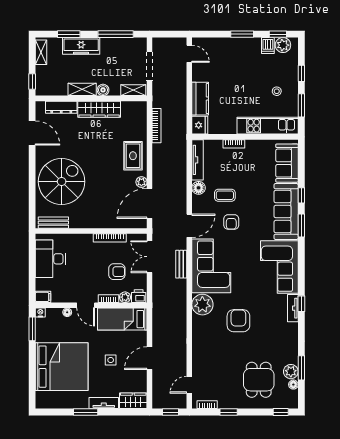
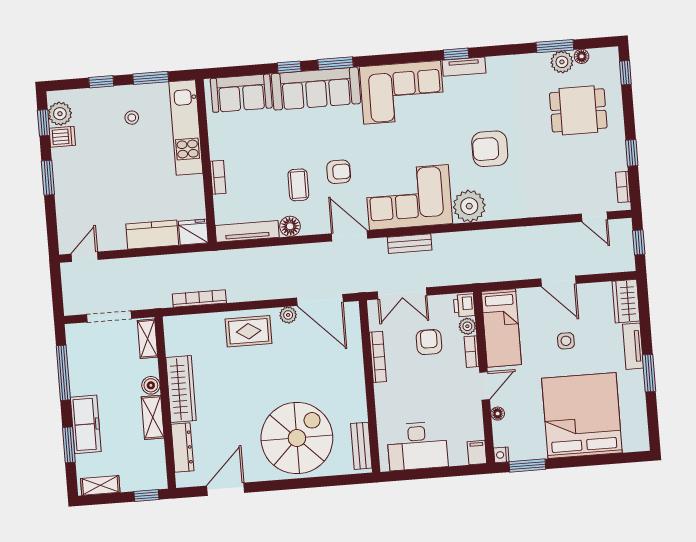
spiral stairs: (62, 182) -> (297, 438), turned 90

